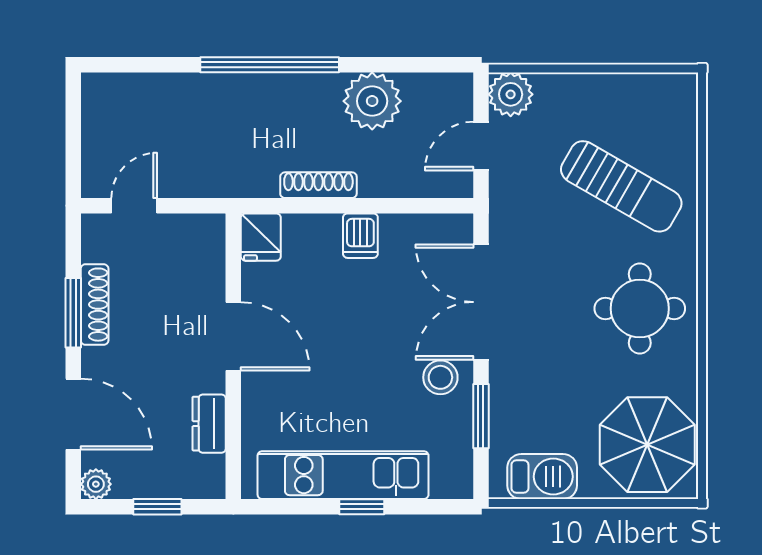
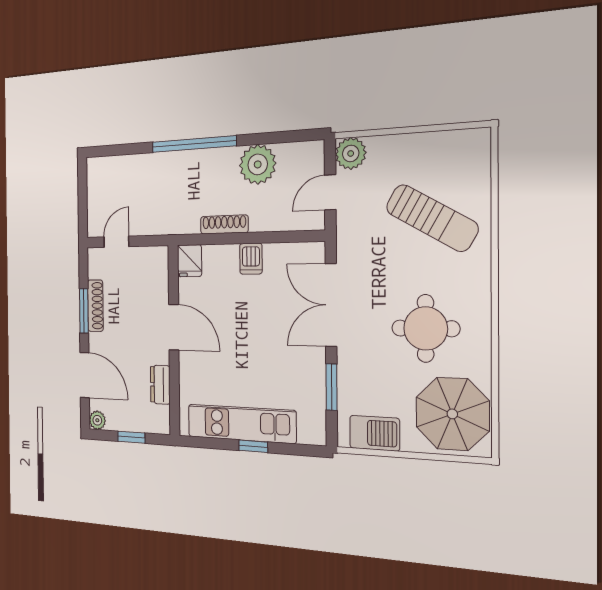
round table: (640, 309) -> (426, 328), moved
stool: (440, 377) -> (304, 358), removed

